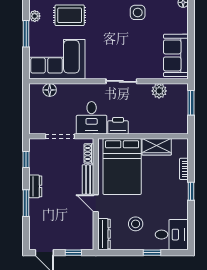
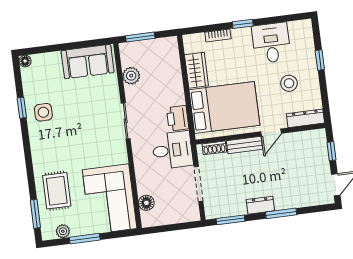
window: (26, 159) -> (230, 220), width x1.50
desk: (172, 235) -> (271, 43), moved

